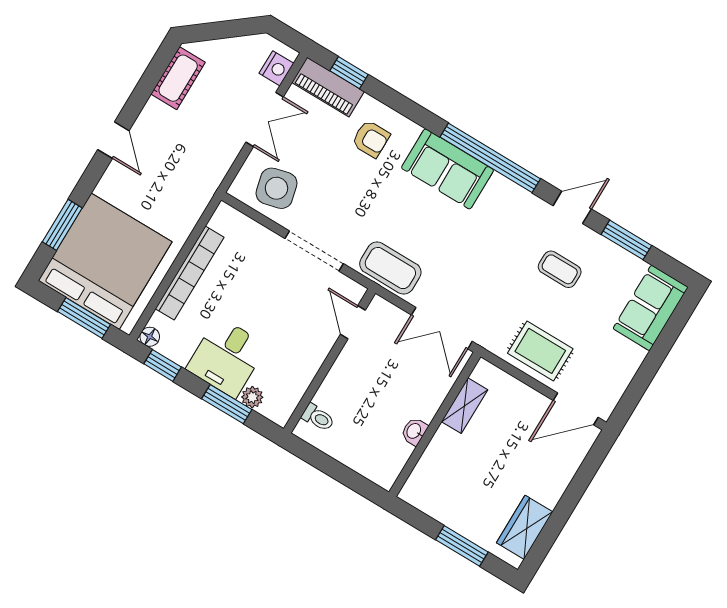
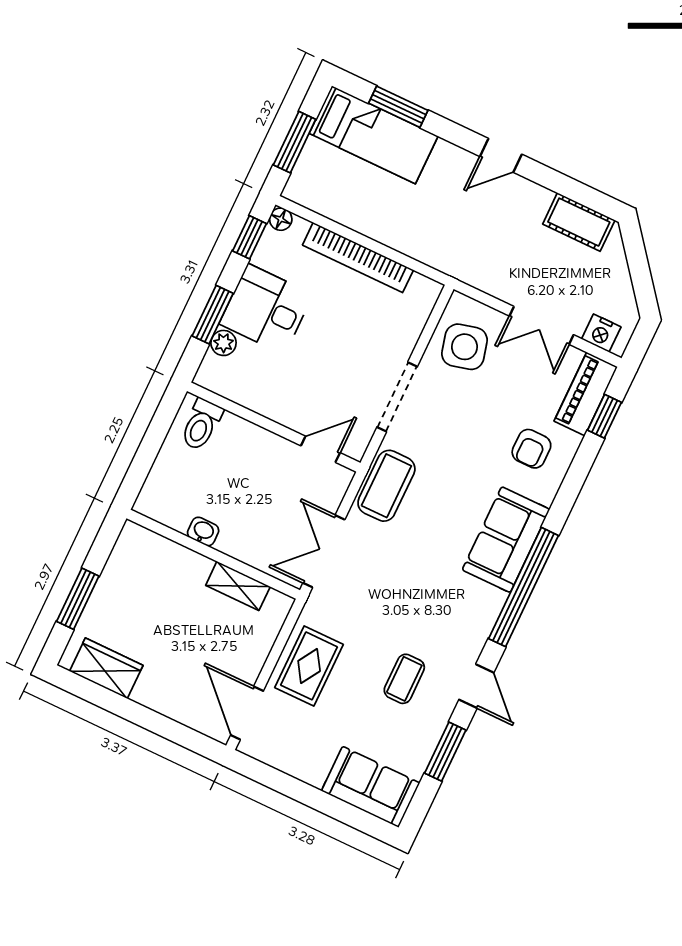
bed: (105, 261) -> (374, 135), width x0.49
toilet: (318, 418) -> (201, 425), width x1.37, depth x1.39

